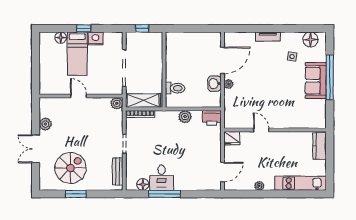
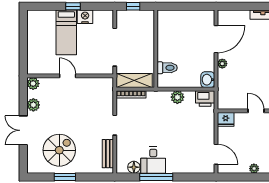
floor lamp: (61, 38) -> (49, 16), removed
washbasin: (214, 84) -> (208, 80), moved
plant: (117, 103) -> (33, 84), moved
door: (222, 172) -> (216, 154), hinge flipped

